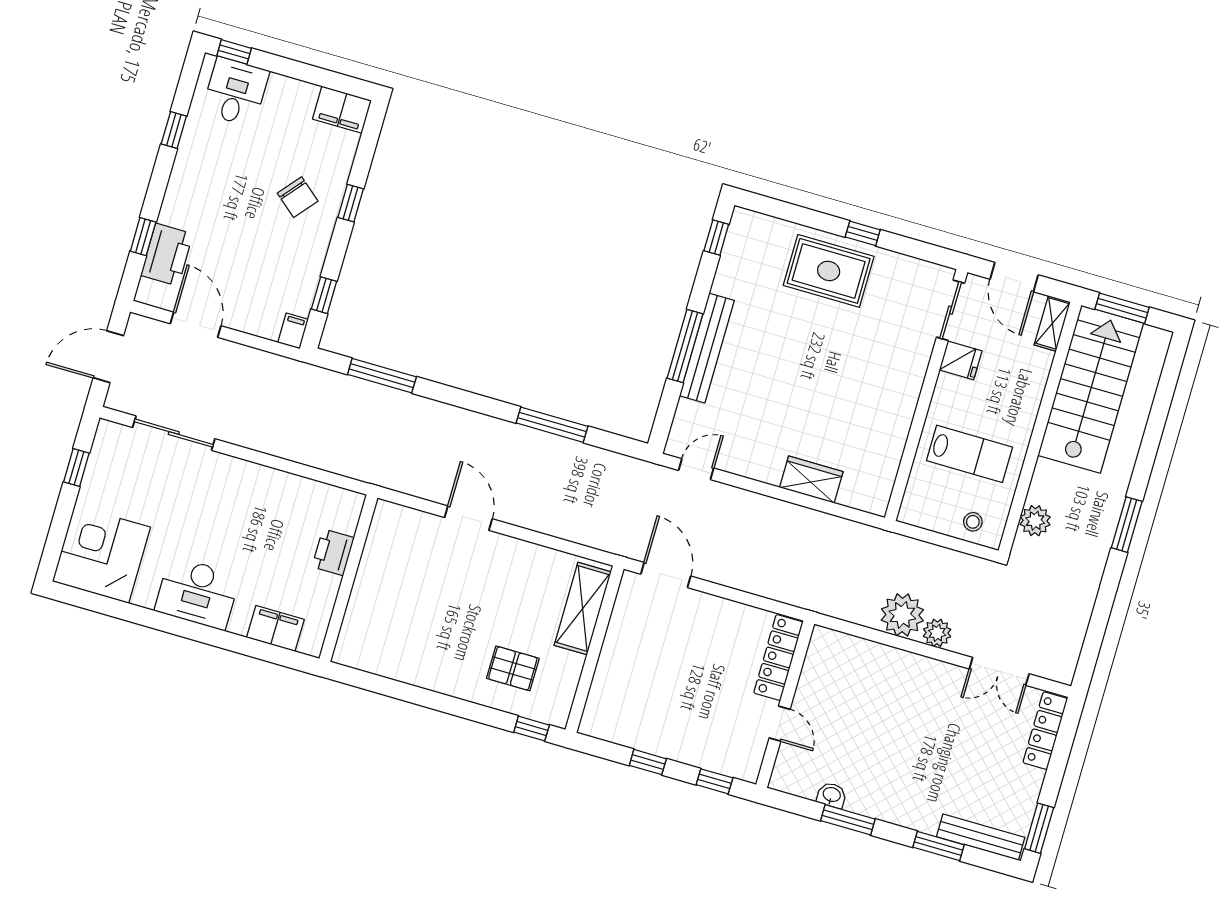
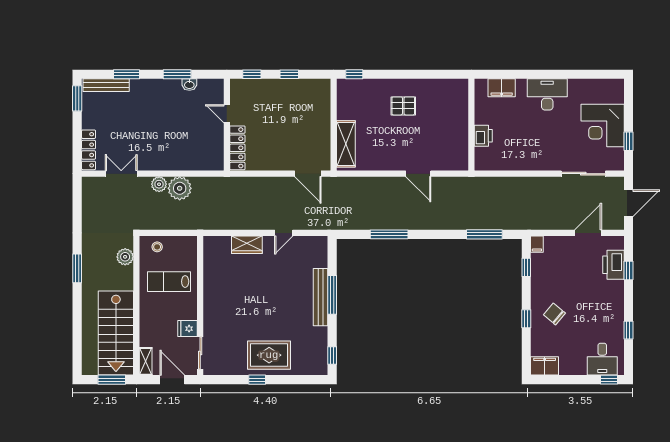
door: (196, 325) -> (588, 233), swing flipped
door: (696, 469) -> (284, 233), moved
corner desk: (101, 554) -> (603, 125), moved, turned 90
pallet: (513, 668) -> (403, 106), moved

